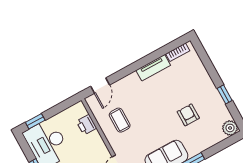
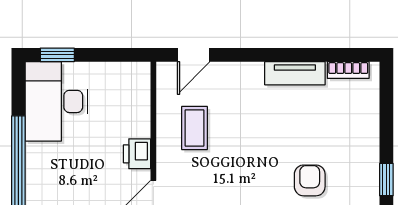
printer: (87, 125) -> (137, 154), moved

